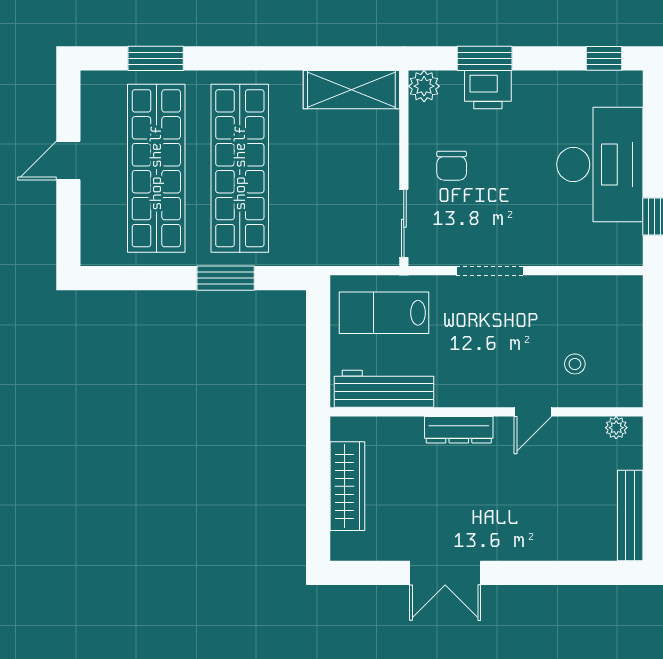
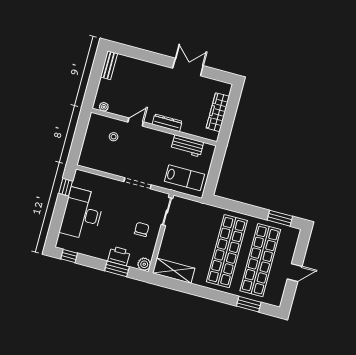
window: (226, 278) -> (280, 218), moved
workbench: (384, 389) -> (187, 146), width x0.73
bench: (630, 515) -> (109, 65), width x0.73

